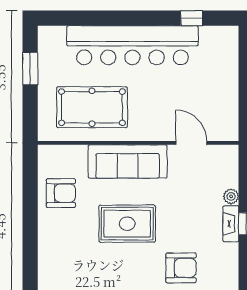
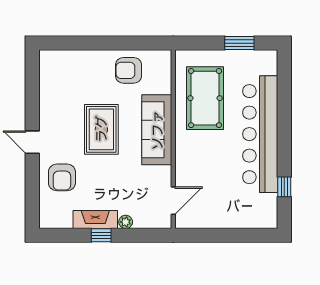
door: (191, 143) -> (173, 201), moved
armchair: (61, 193) -> (129, 70), turned 90
fireplace: (231, 224) -> (95, 220), width x1.37, depth x1.32

